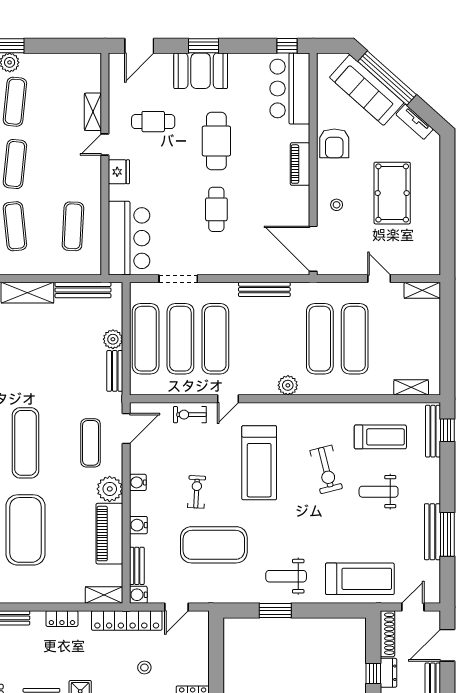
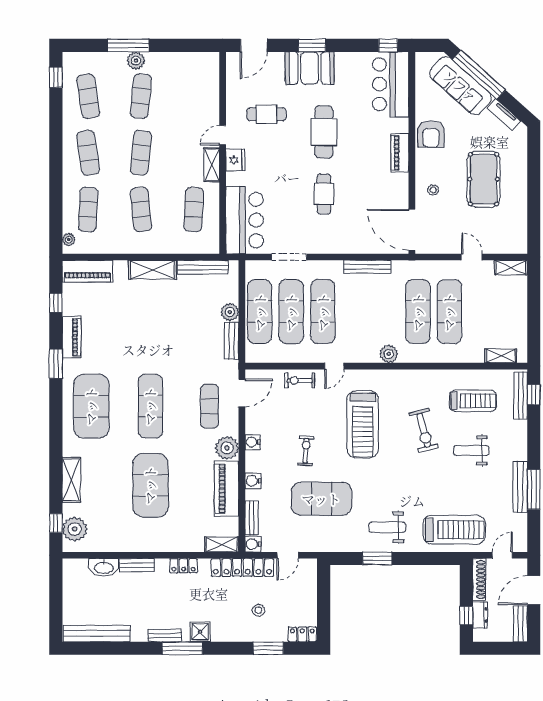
shelving: (93, 112) -> (212, 165), moved

